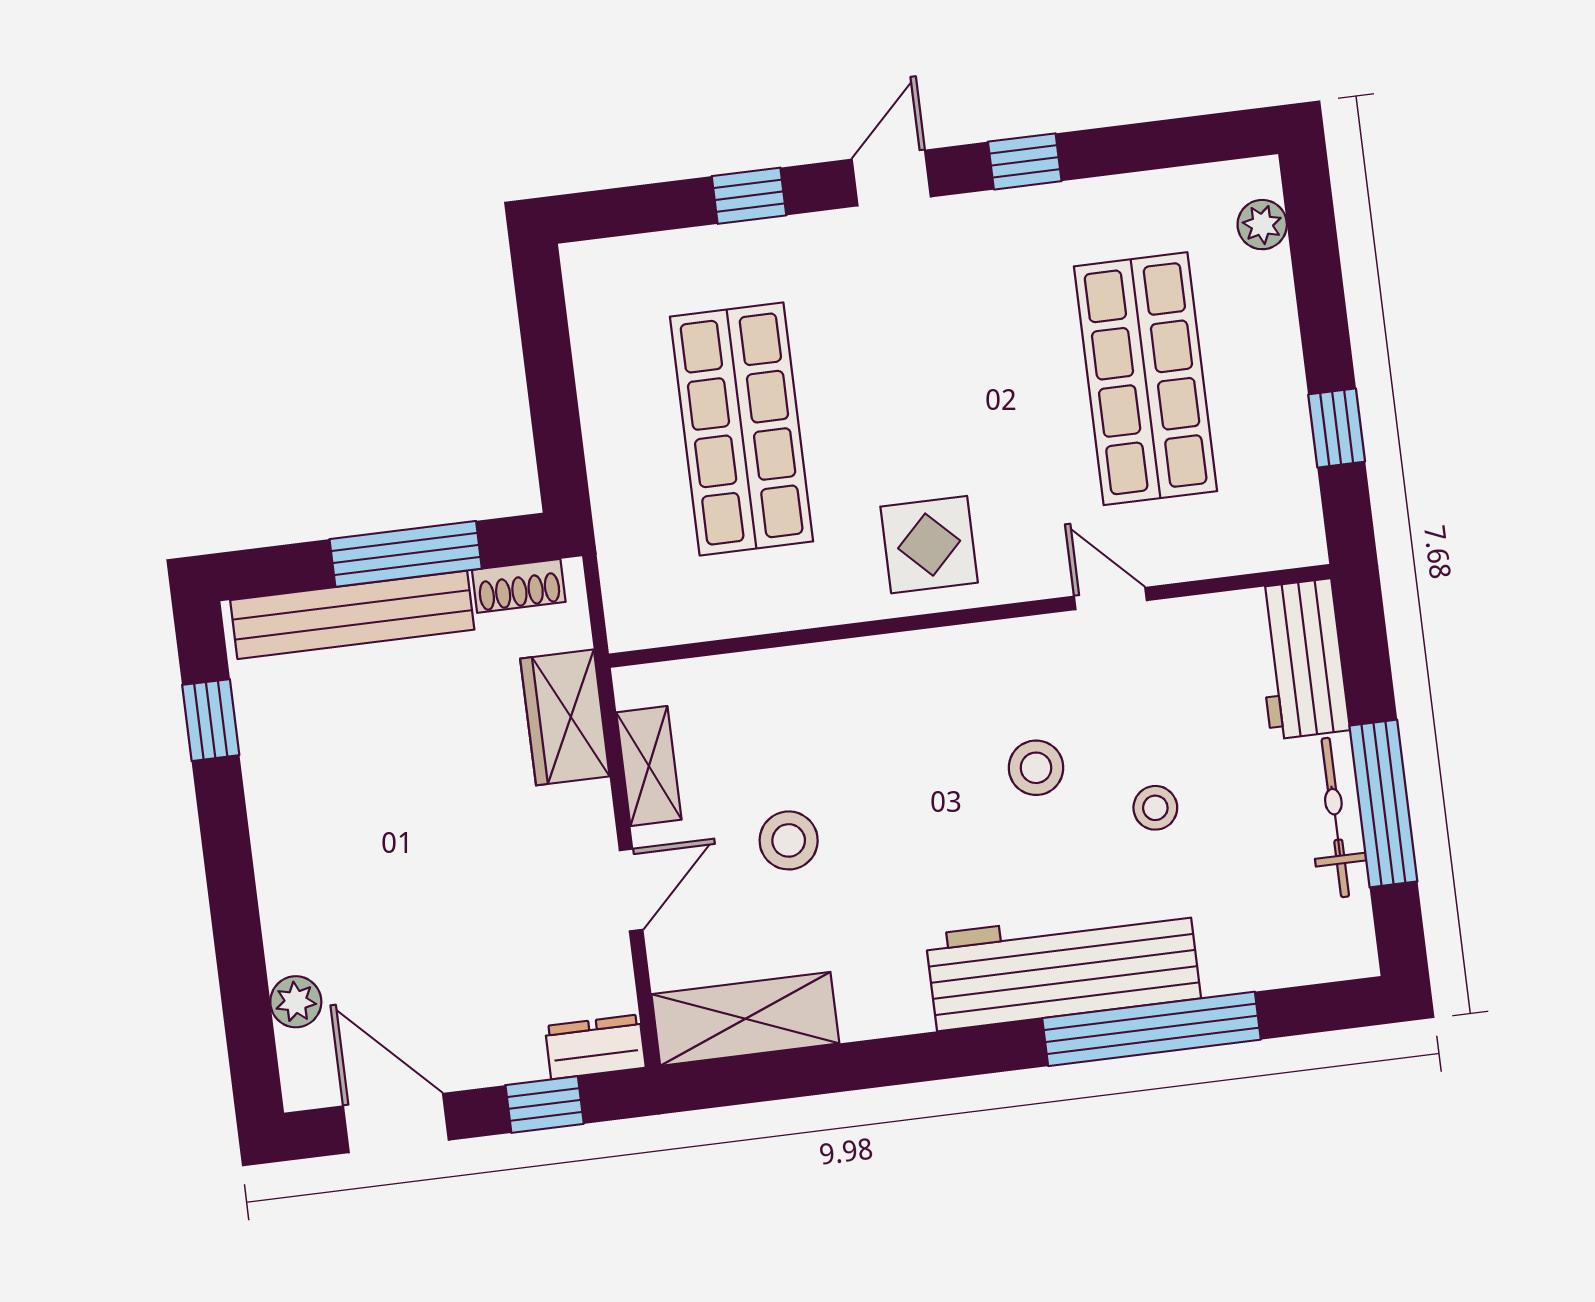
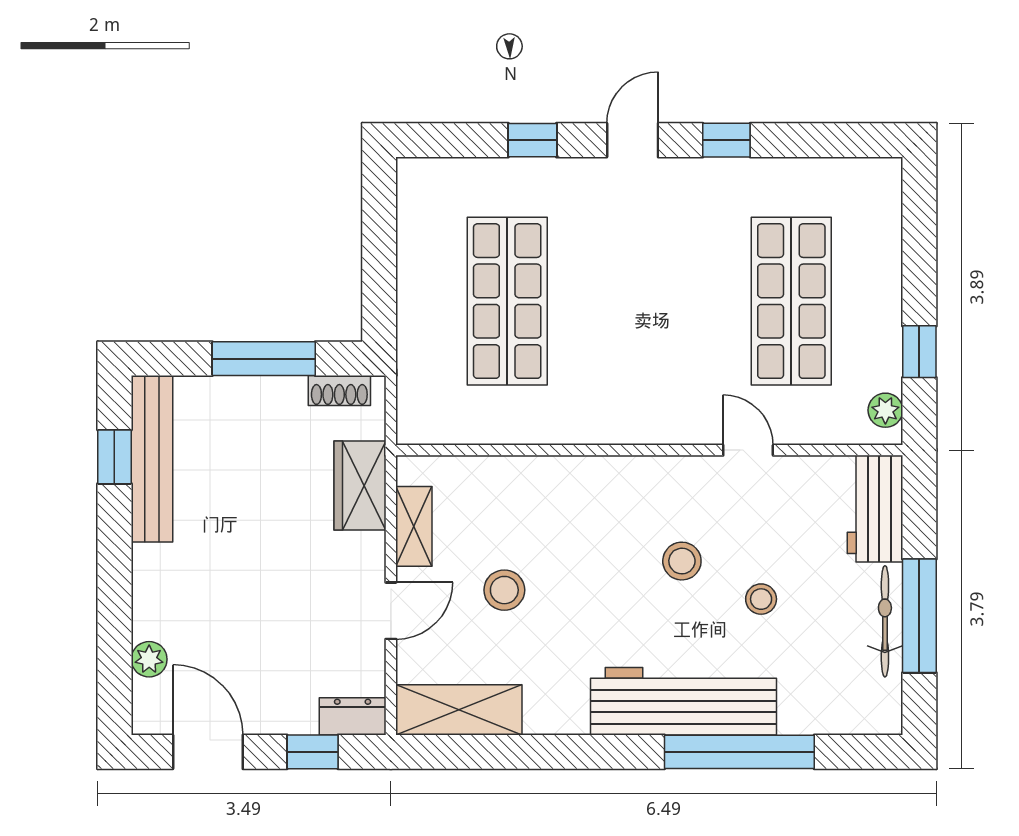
plant: (1262, 225) -> (885, 410), moved
display table: (929, 545) -> (627, 397), removed
bench: (352, 615) -> (152, 459), moved, turned 90

